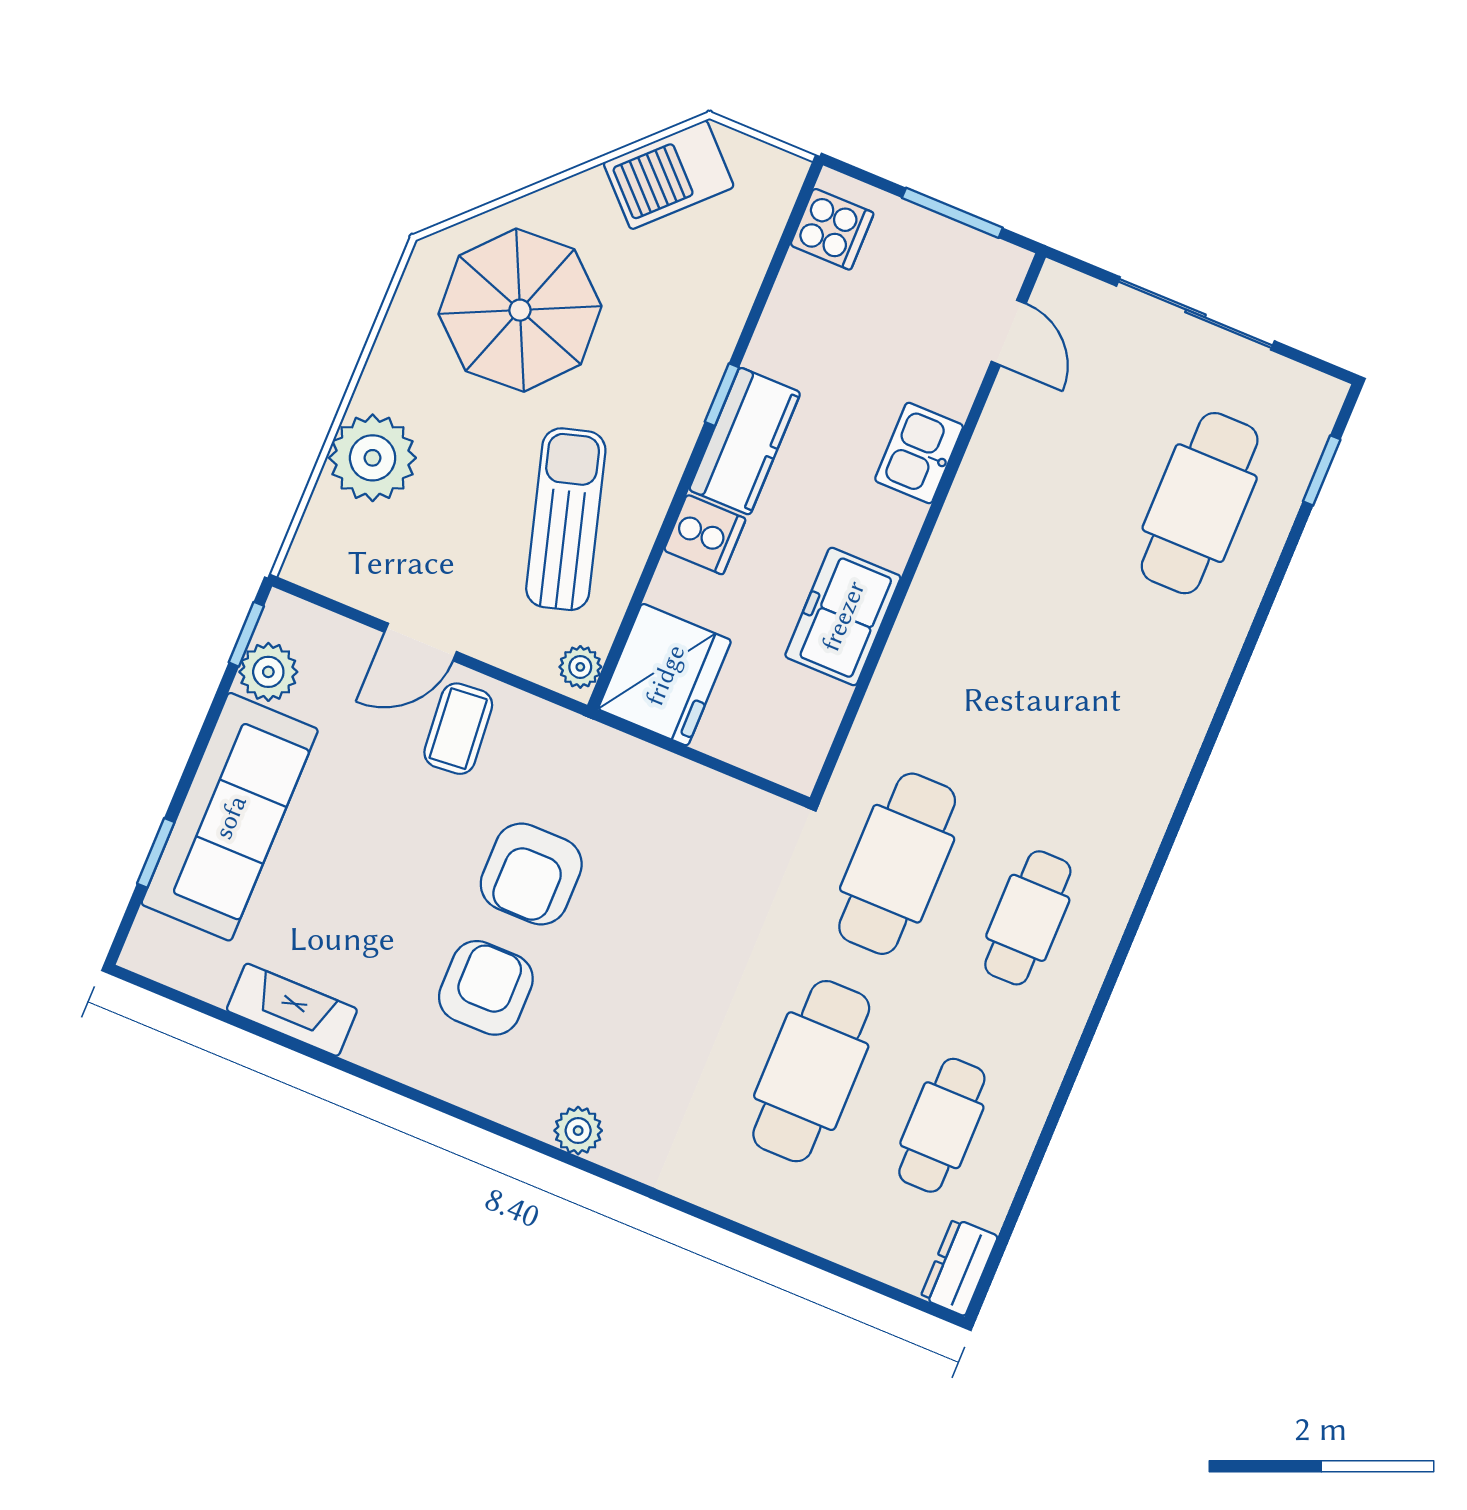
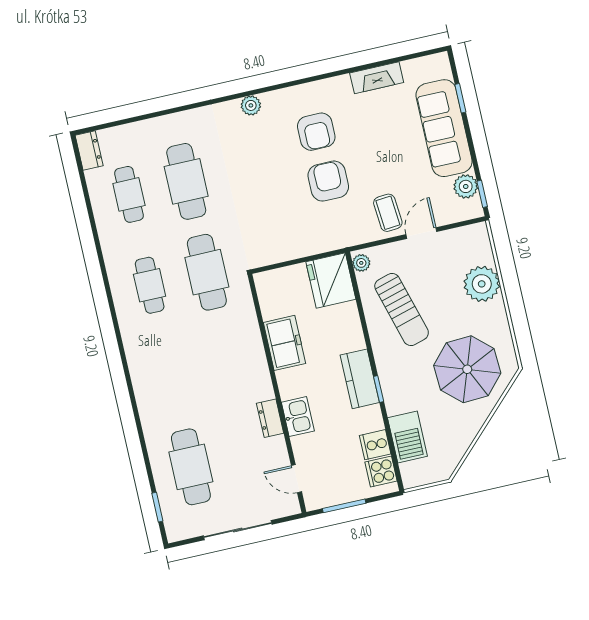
barbecue: (669, 175) -> (407, 437), moved, turned 135
dresser: (976, 488) -> (270, 418), added
cooker: (705, 535) -> (375, 445), moved

